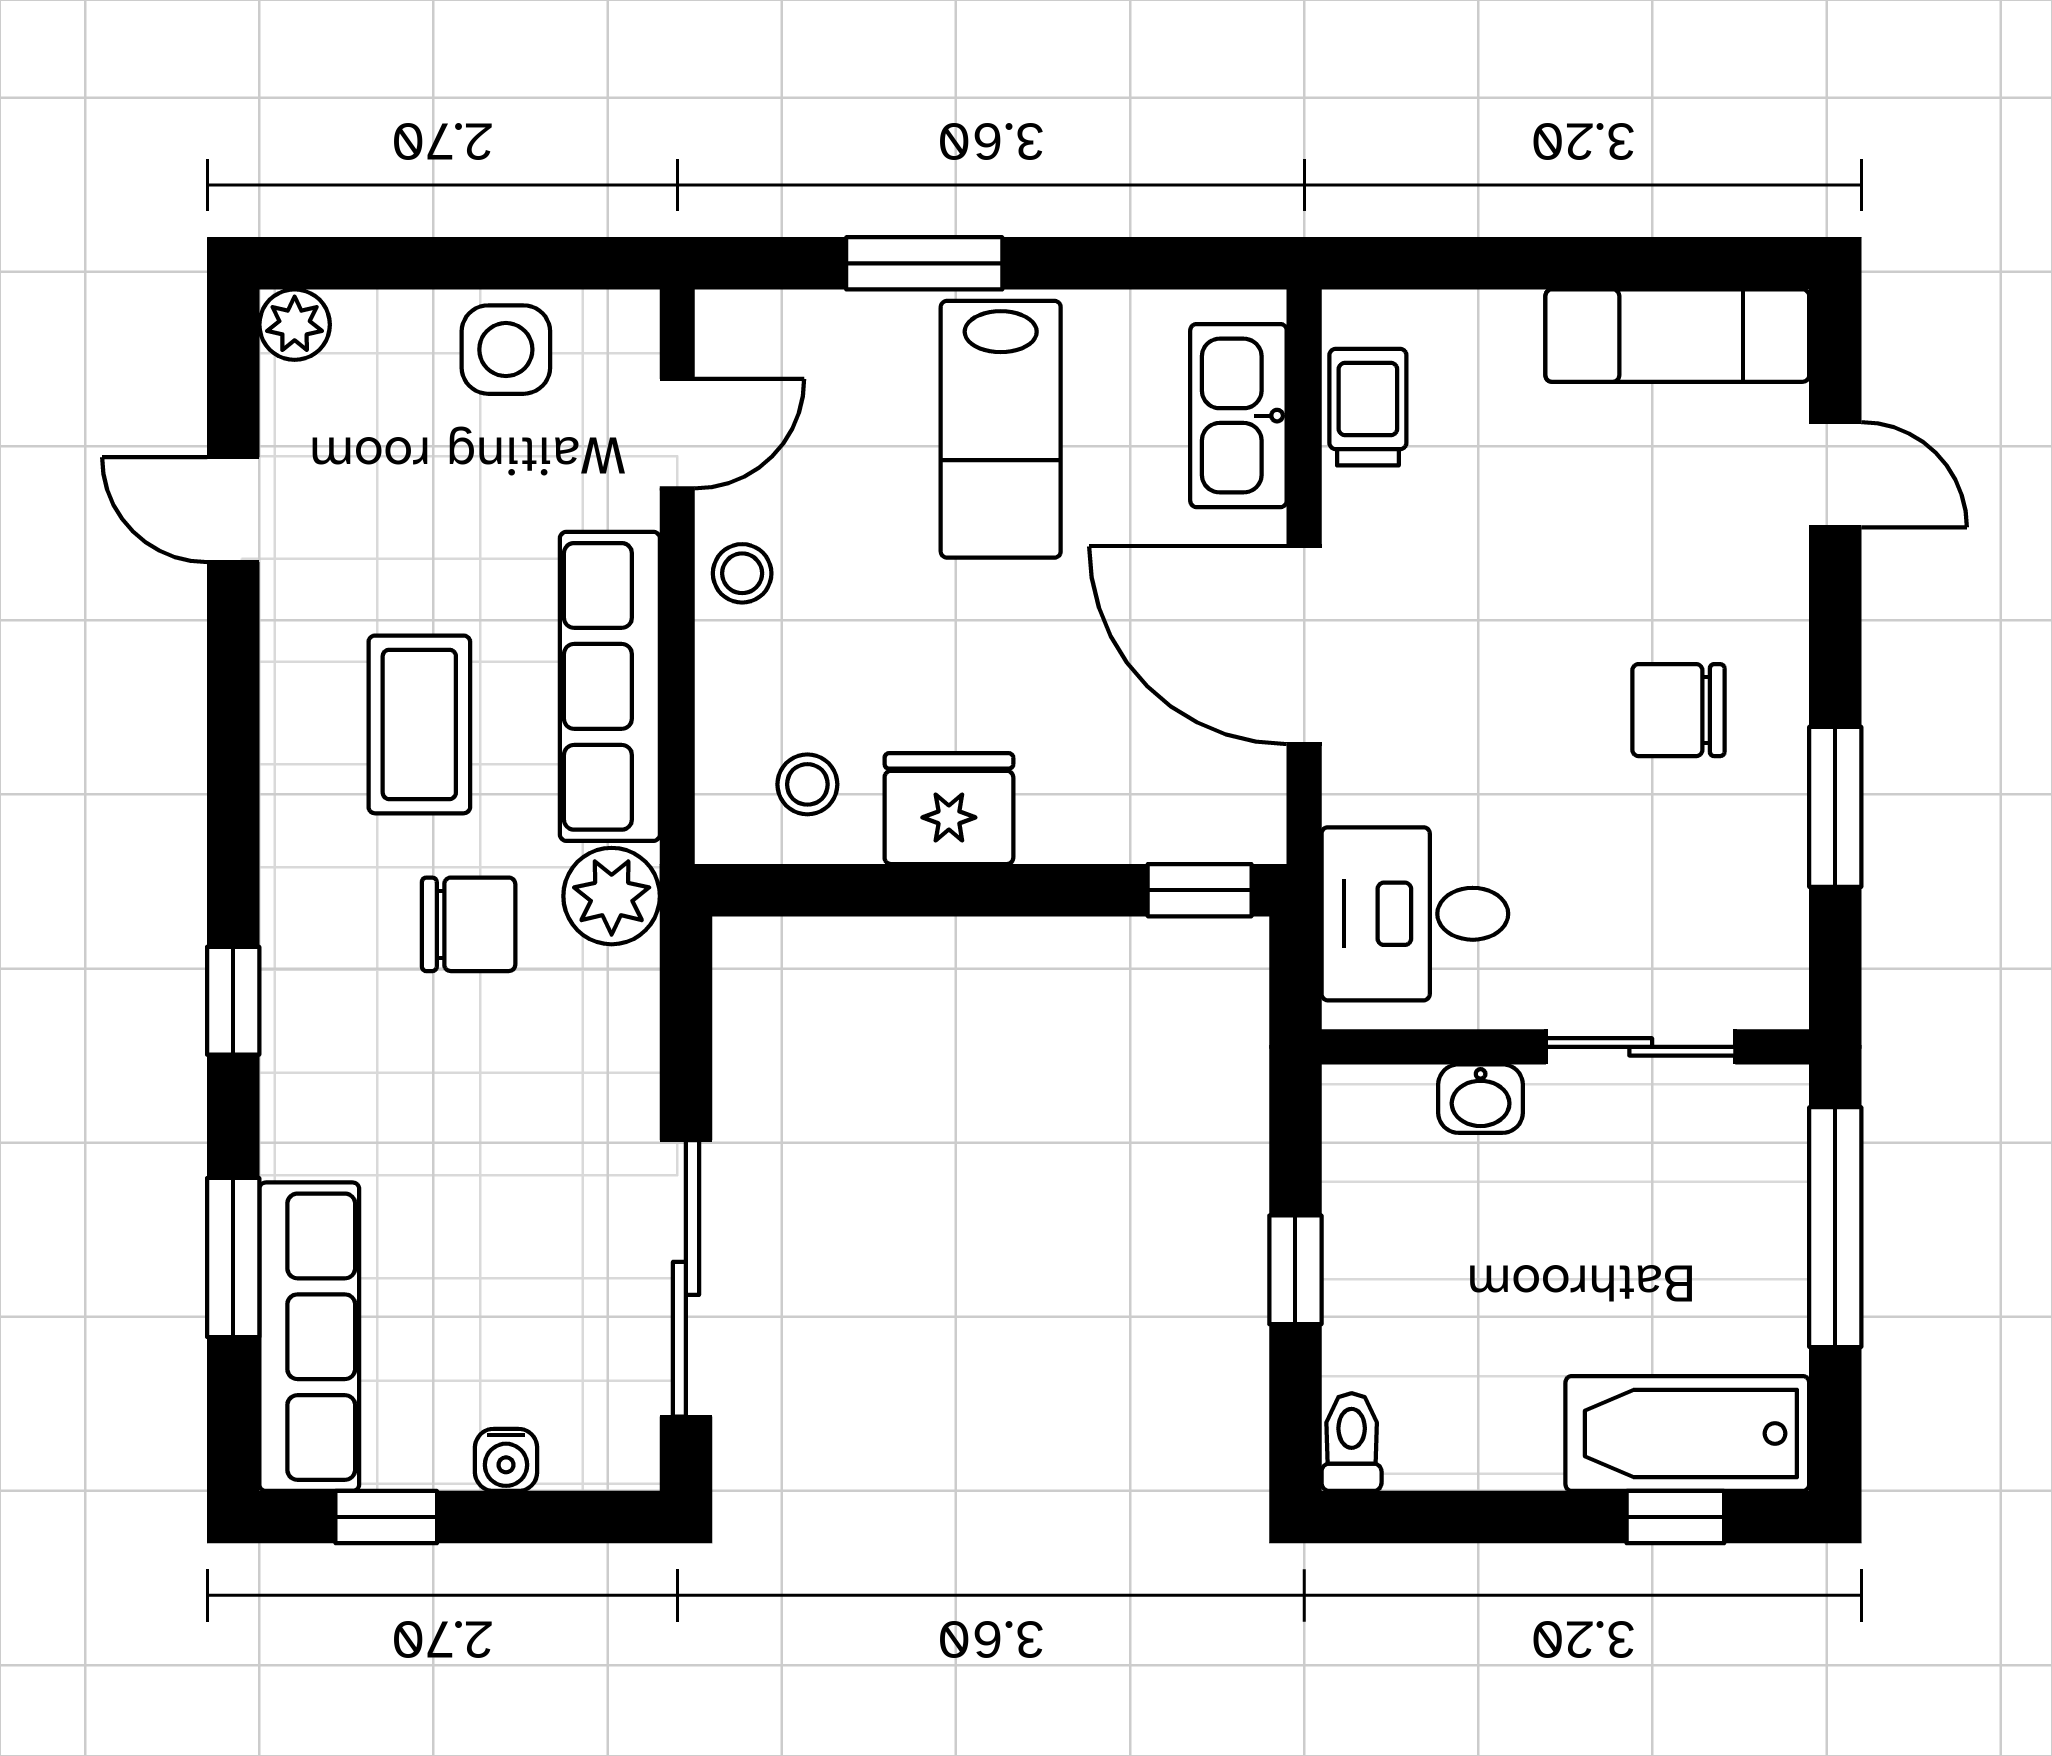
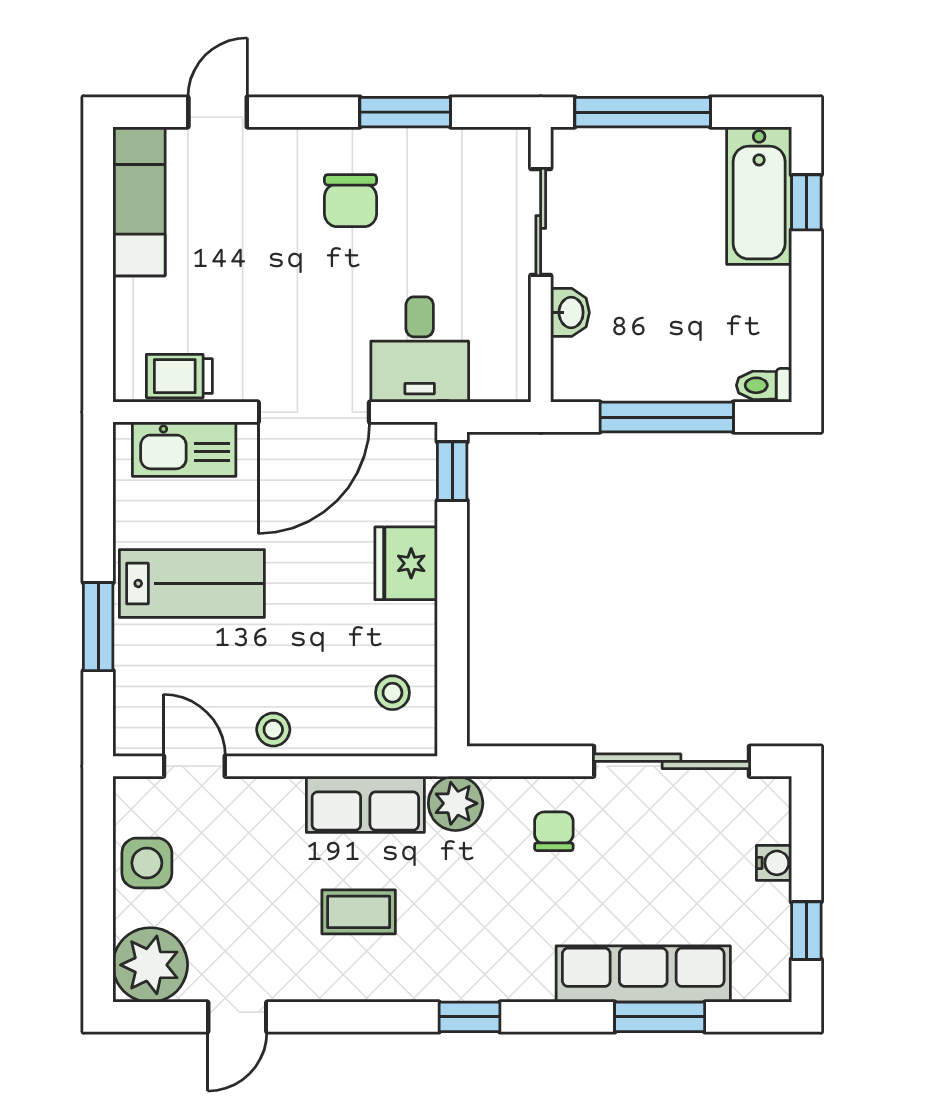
plant: (295, 325) -> (150, 965), width x1.87, depth x1.87
row of seats: (610, 686) -> (365, 804), width x0.68
coffee table: (419, 724) -> (359, 912), width x0.73, depth x0.77
fridge: (949, 809) -> (406, 563), moved
desk: (1415, 914) -> (420, 350), moved
chair: (469, 924) -> (554, 831), moved, width x0.73, depth x0.73
window: (233, 1001) -> (470, 1017), moved
window: (1295, 1270) -> (667, 417), width x2.17
row of seats: (309, 1337) -> (643, 974), moved

